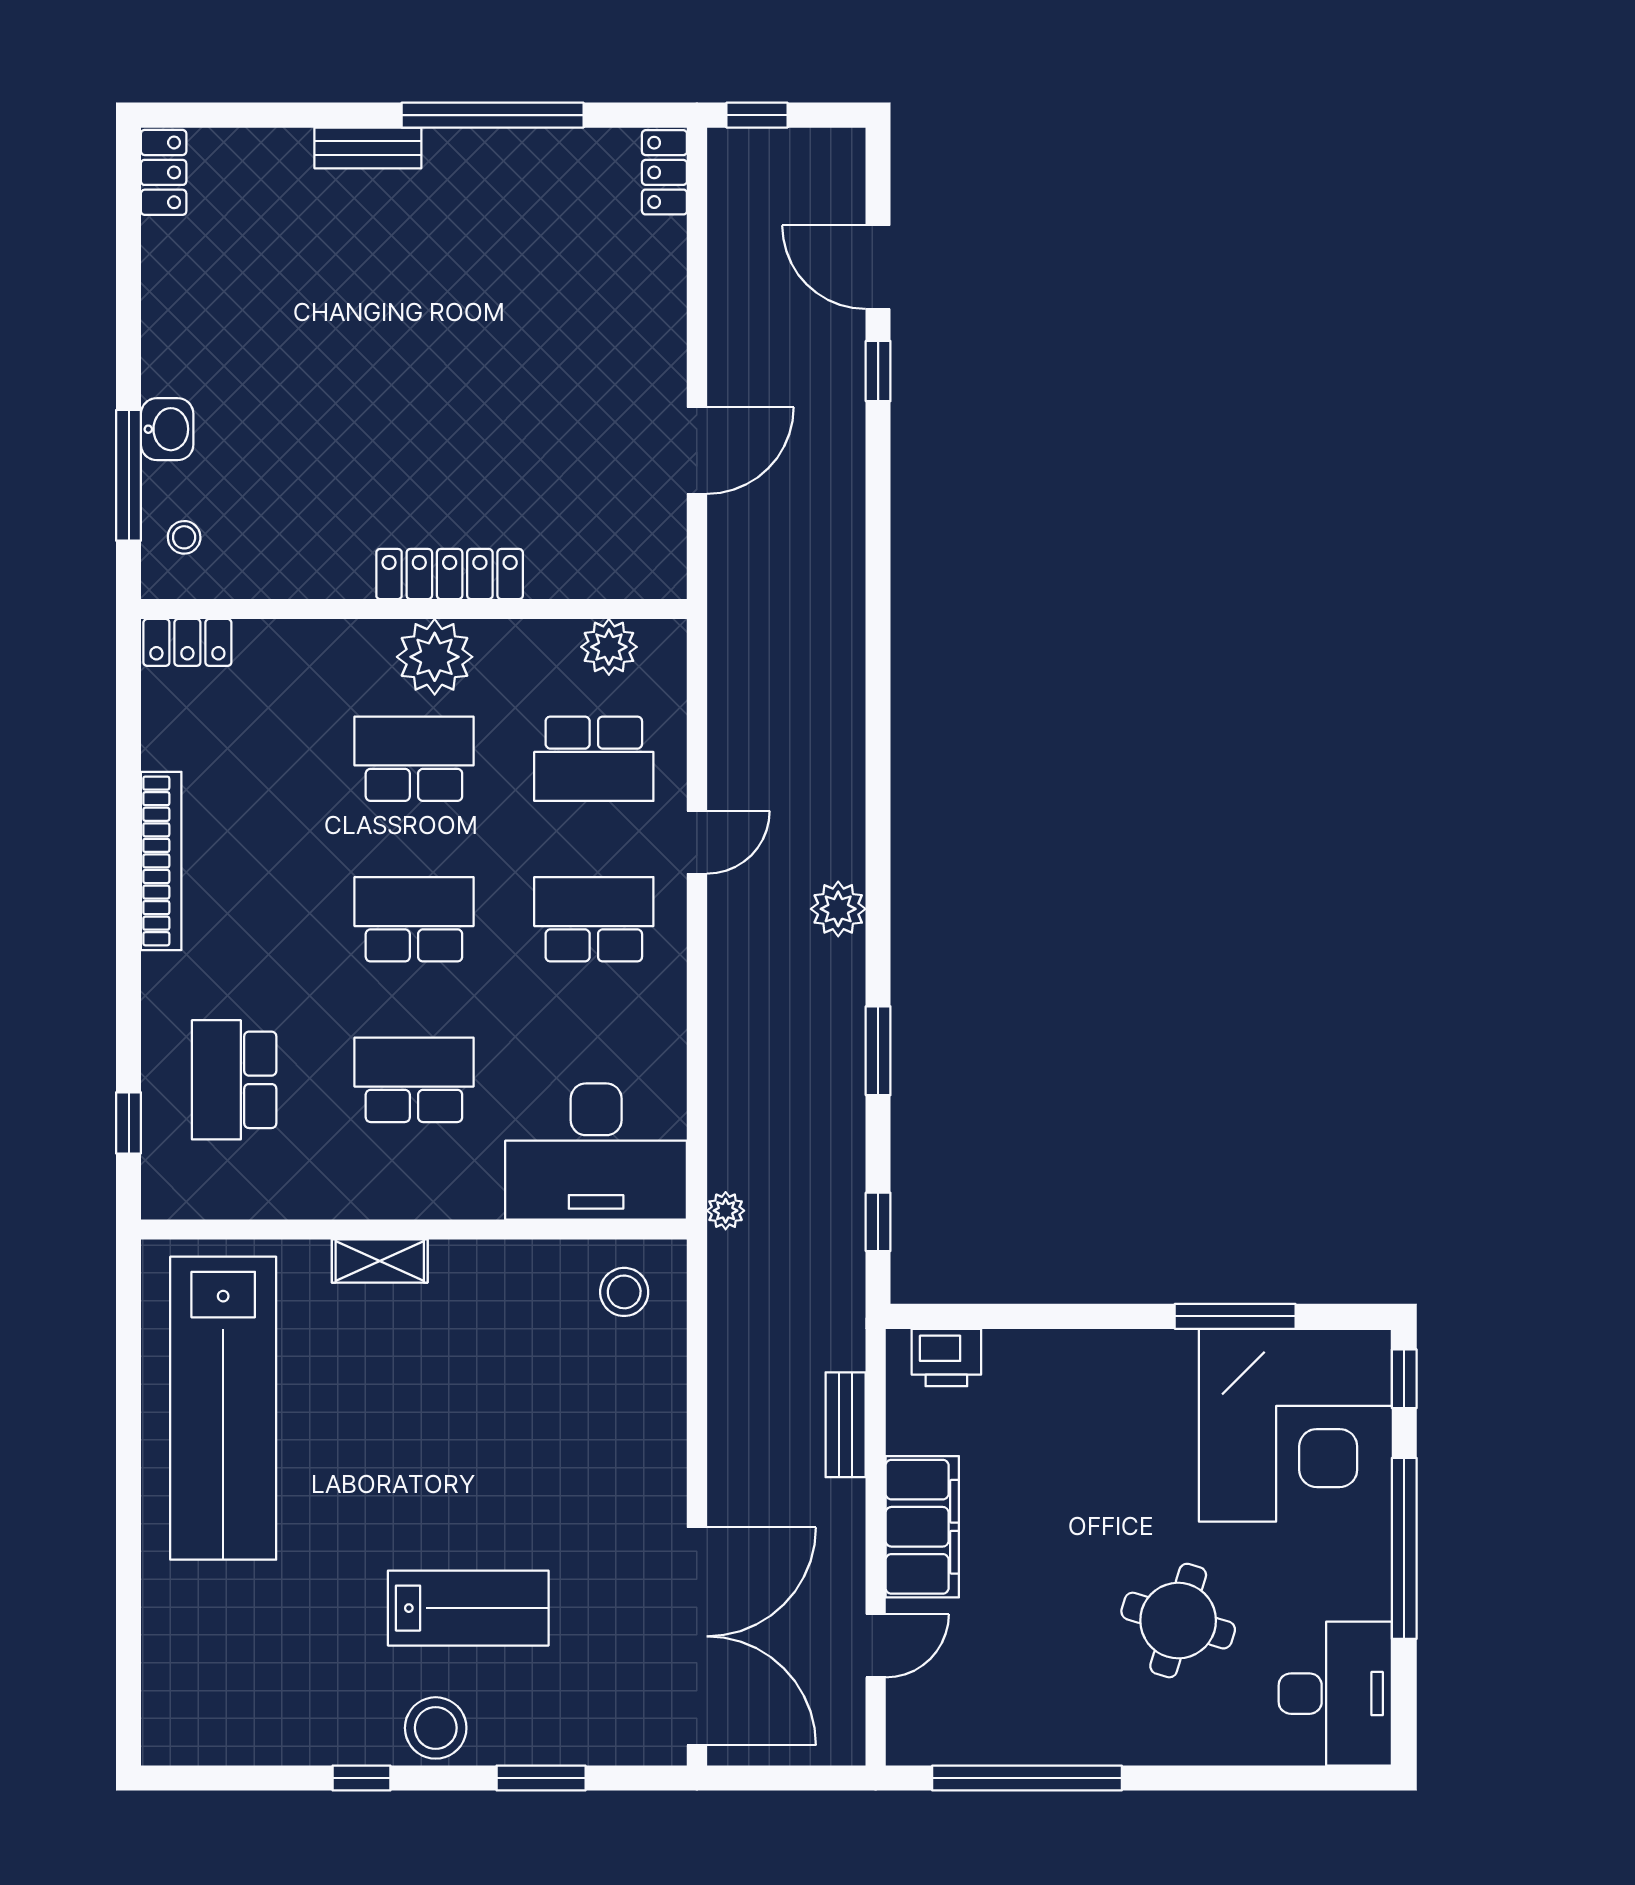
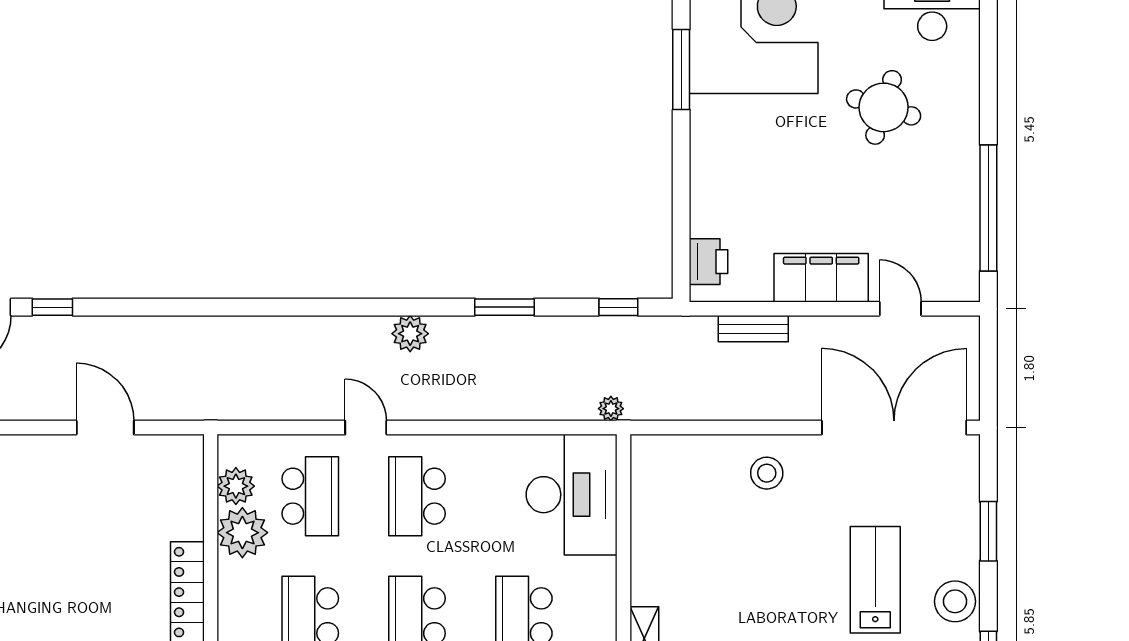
plant: (435, 657) -> (242, 533), moved
stool: (624, 1292) -> (767, 473), moved

